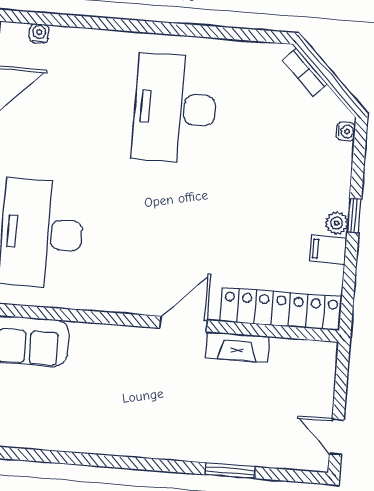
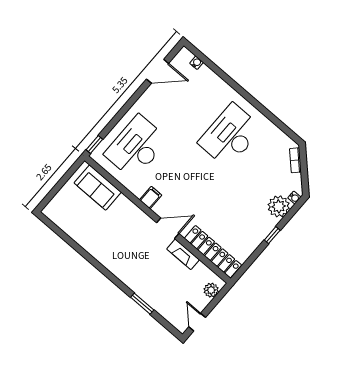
plant: (337, 223) -> (279, 206), moved, width x1.88, depth x1.88
filing cabinet: (328, 249) -> (151, 198), moved, turned 90
plant: (322, 371) -> (211, 290), added

